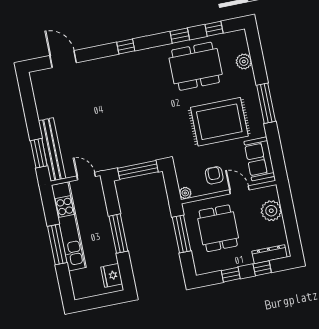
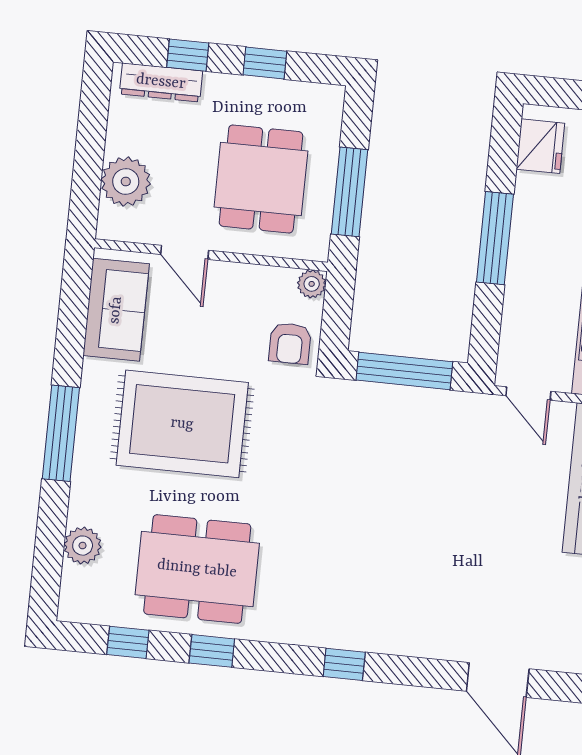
armchair: (214, 175) -> (290, 343), moved

